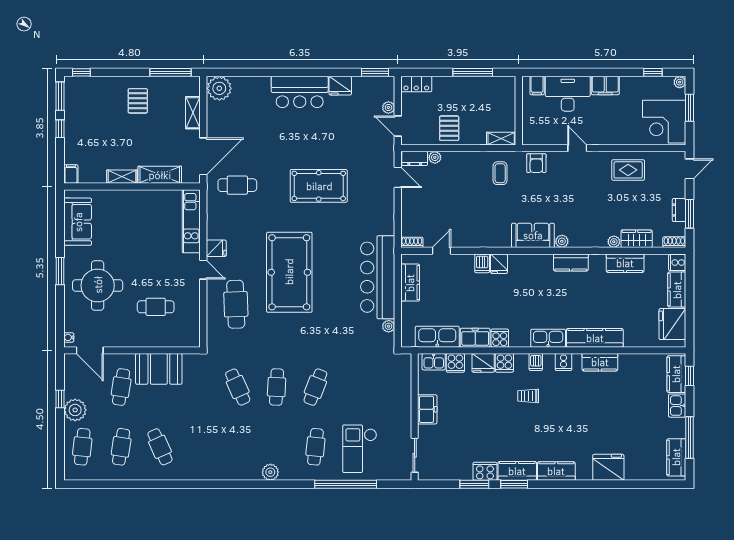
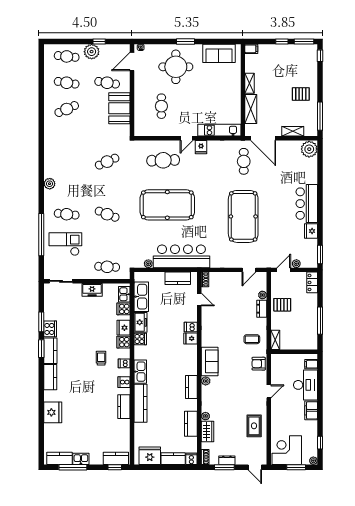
dresser: (415, 158) -> (262, 309), moved
pool table: (319, 186) -> (243, 216), width x1.36, depth x1.32
pool table: (289, 272) -> (167, 205), moved
cafe table: (277, 387) -> (107, 267), moved
kitchen sink: (677, 406) -> (81, 459), moved

